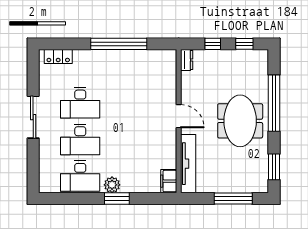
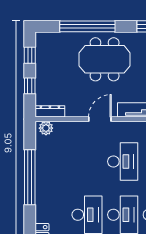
dresser: (187, 60) -> (50, 111), width x1.44
plant: (169, 61) -> (46, 128), added
desk: (135, 139) -> (123, 161), added

